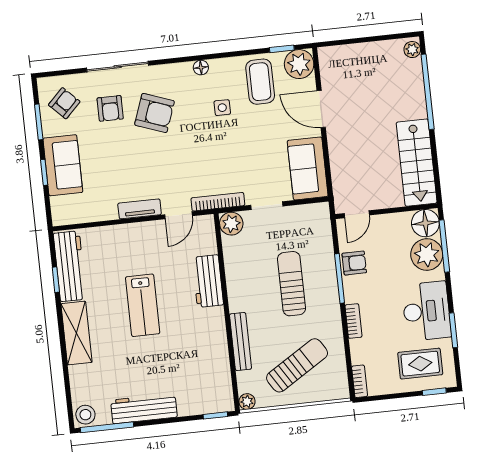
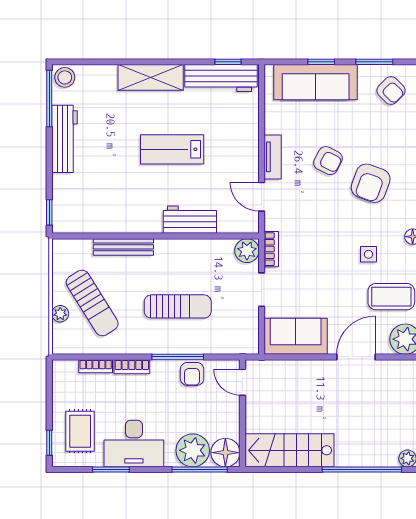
armchair: (110, 108) -> (328, 161), moved, turned -153
sofa: (63, 165) -> (316, 82), width x1.36
bookcase: (218, 202) -> (271, 249), width x0.64
window: (56, 280) -> (228, 62), moved
bookcase: (360, 381) -> (96, 366), moved
plant: (247, 402) -> (60, 314), moved

